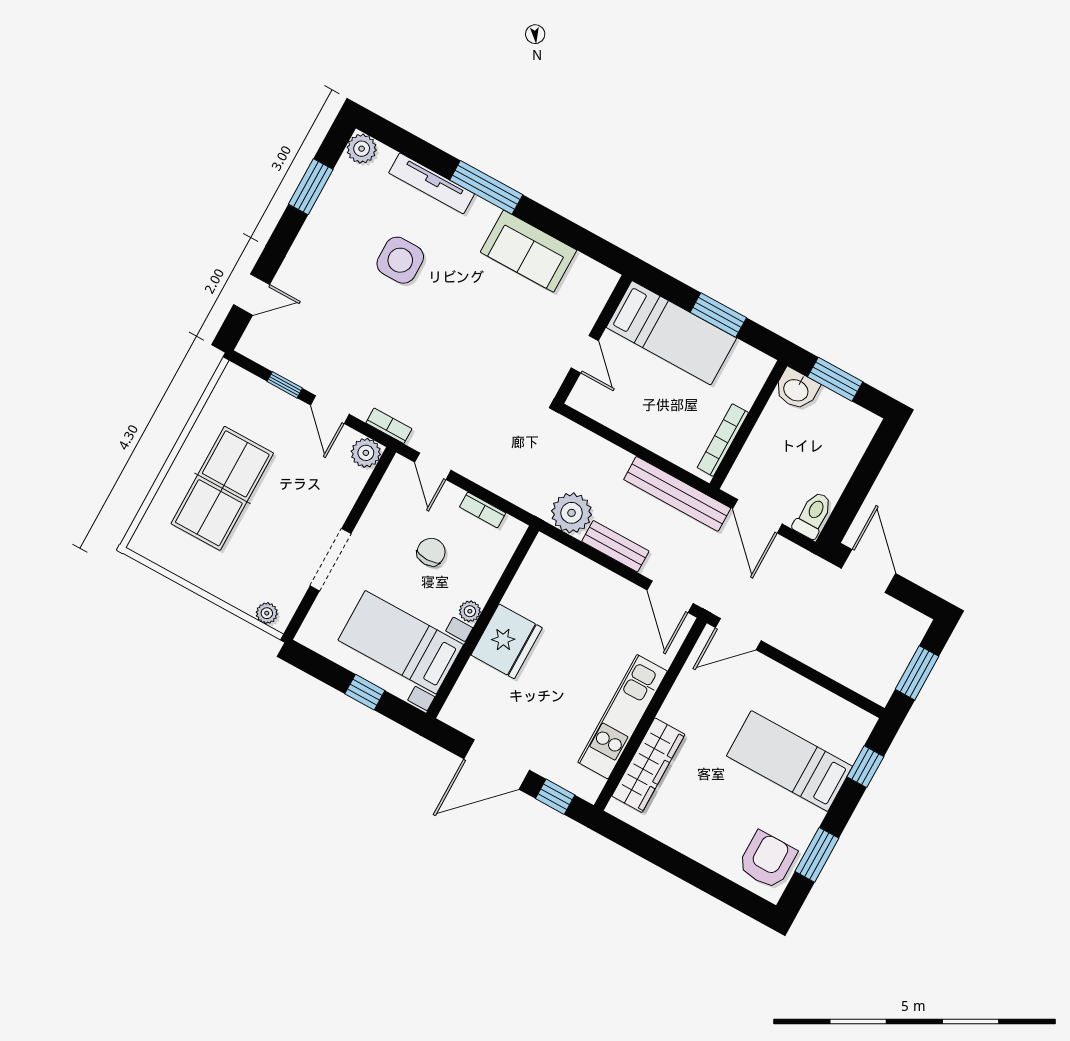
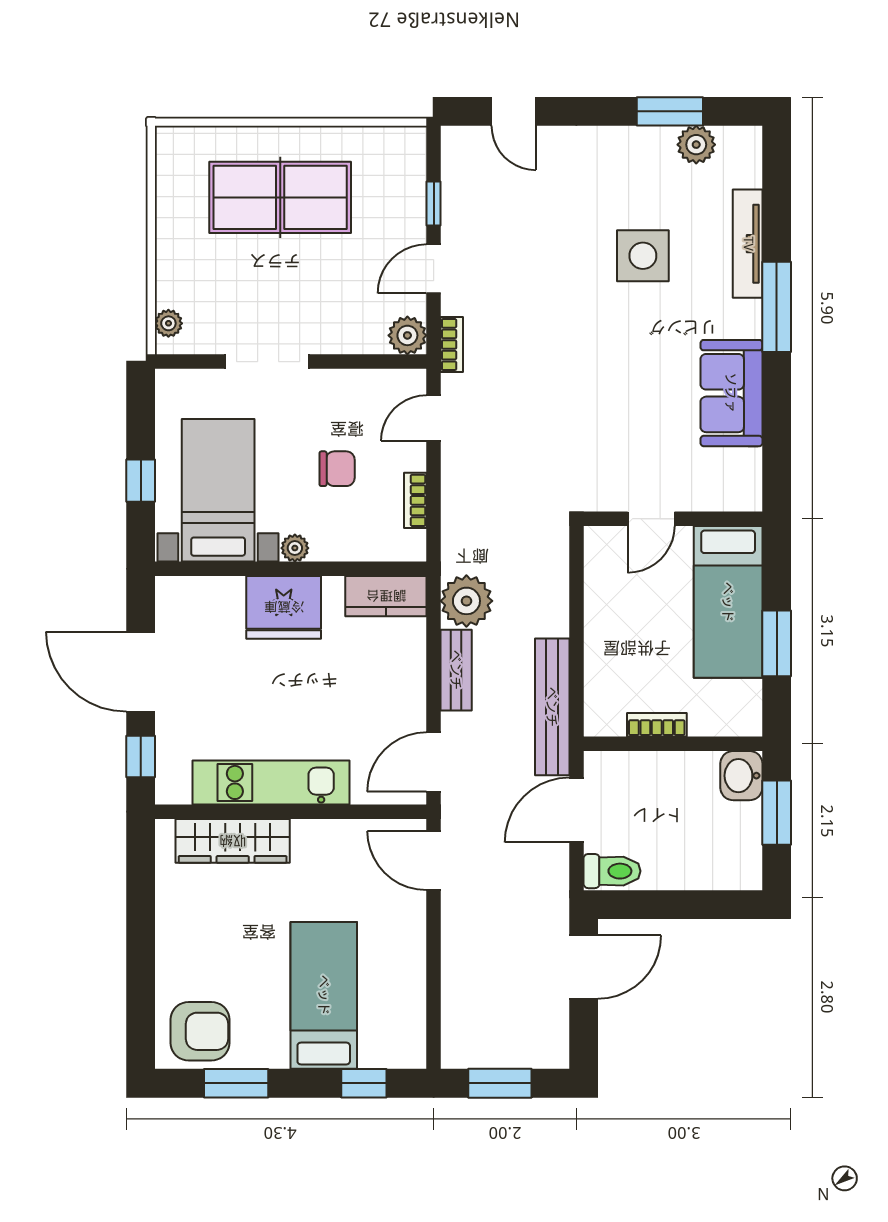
plant: (362, 149) -> (696, 145), moved
bookcase: (723, 440) -> (657, 725), width x0.64
kitchen counter: (538, 567) -> (386, 596), added

